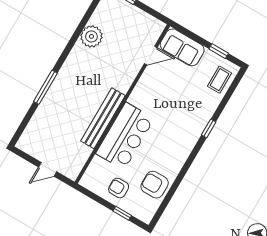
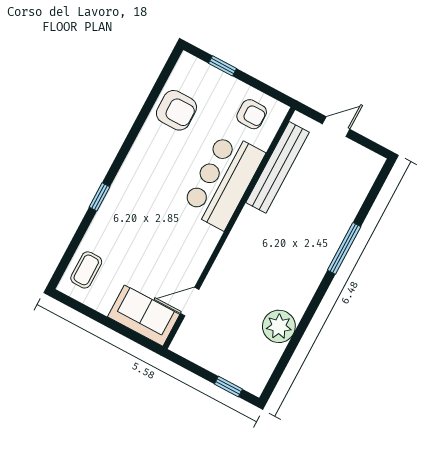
window: (219, 51) -> (89, 312), removed
bench: (103, 118) -> (277, 167), moved
armchair: (119, 188) -> (252, 114), moved

